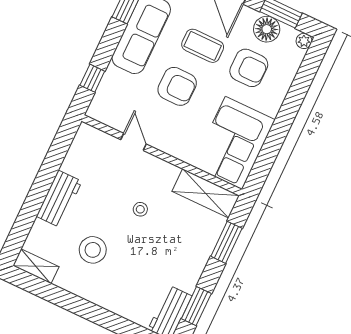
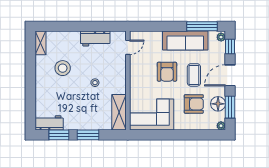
armchair: (249, 68) -> (194, 104), turned -90
window: (92, 78) -> (151, 26), removed
door: (133, 142) -> (128, 47), moved
workbench: (59, 199) -> (95, 38), moved
window: (226, 242) -> (88, 135), moved

